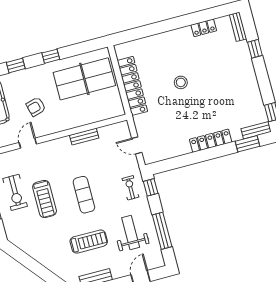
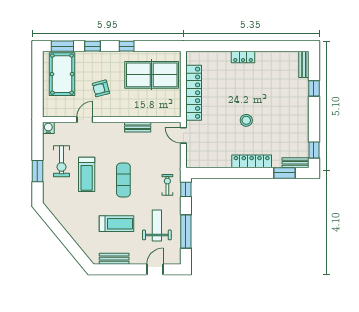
locker: (204, 28) -> (243, 57), moved
stool: (181, 82) -> (246, 120), moved
door: (137, 145) -> (183, 135), moved

